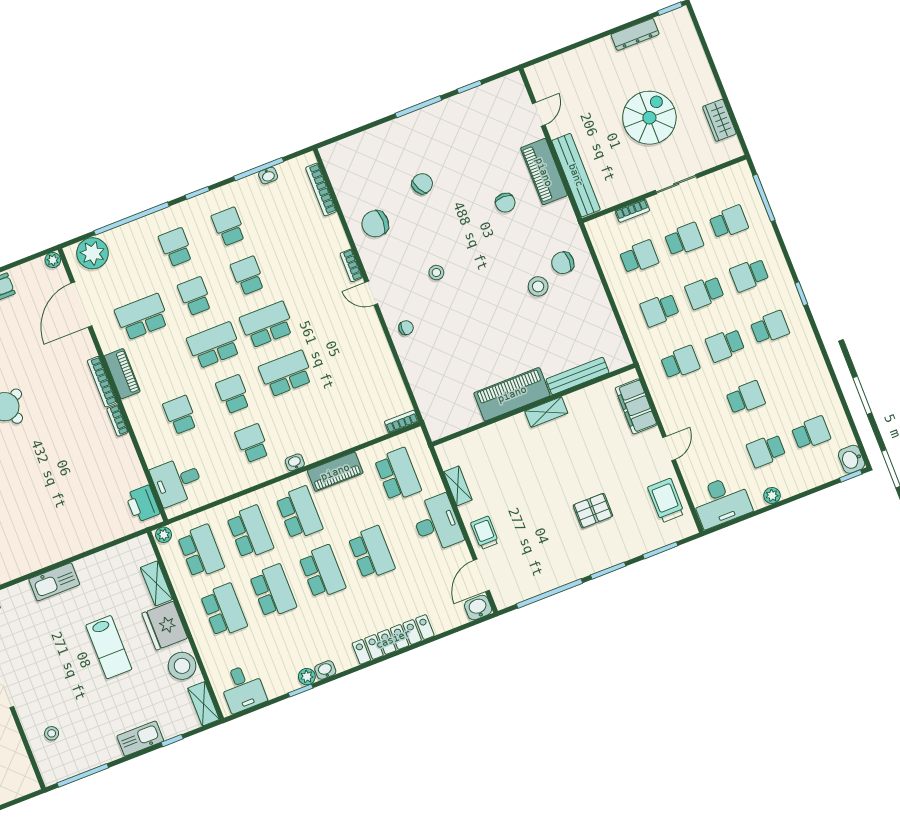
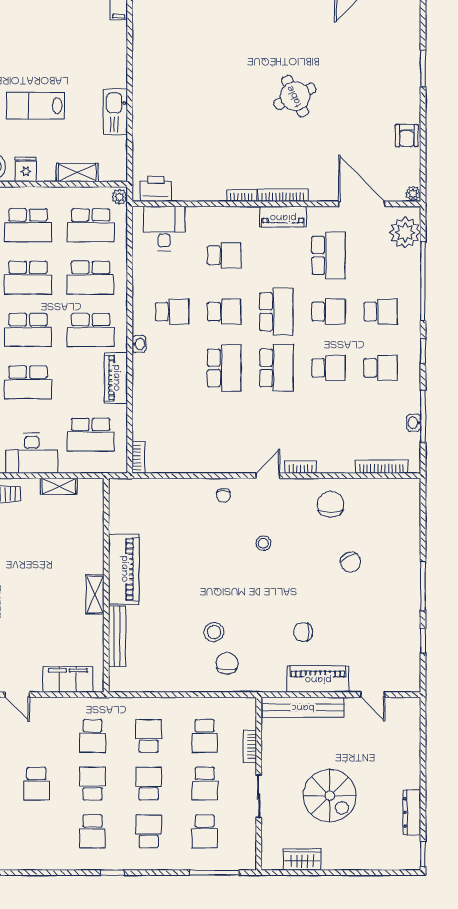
kitchen sink: (54, 582) -> (115, 112), moved
fridge: (165, 626) -> (26, 169), width x0.53, depth x0.75

